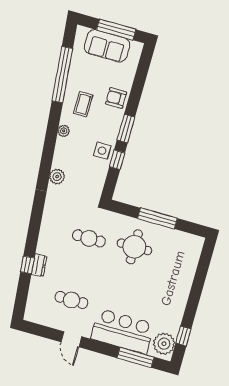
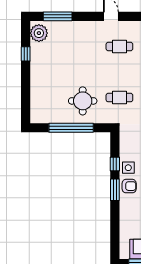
armchair: (116, 98) -> (129, 186), moved
window: (157, 218) -> (71, 128), width x1.46
bar counter: (123, 331) -> (73, 34), removed
window: (183, 336) -> (26, 54), moved

